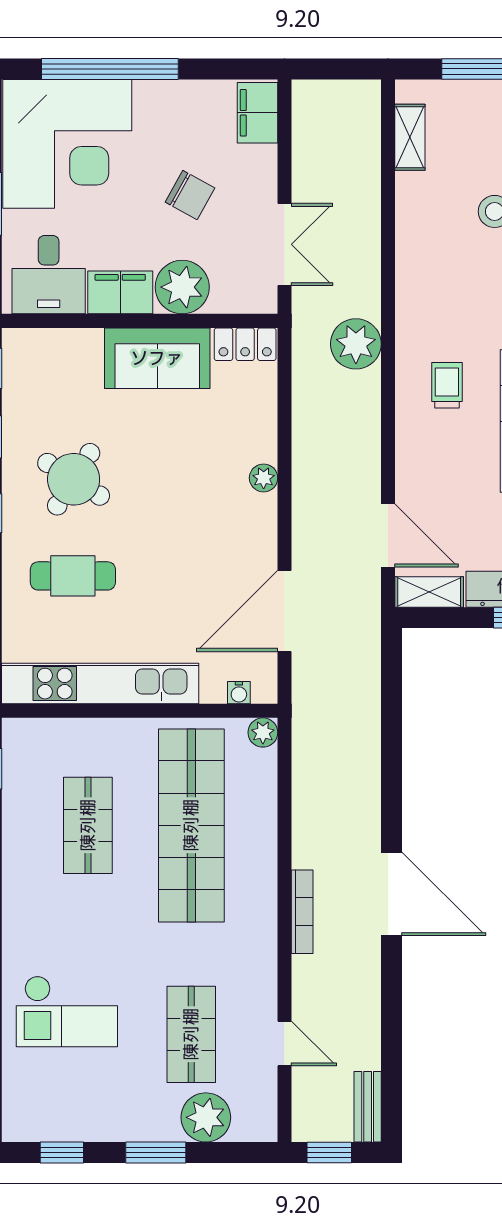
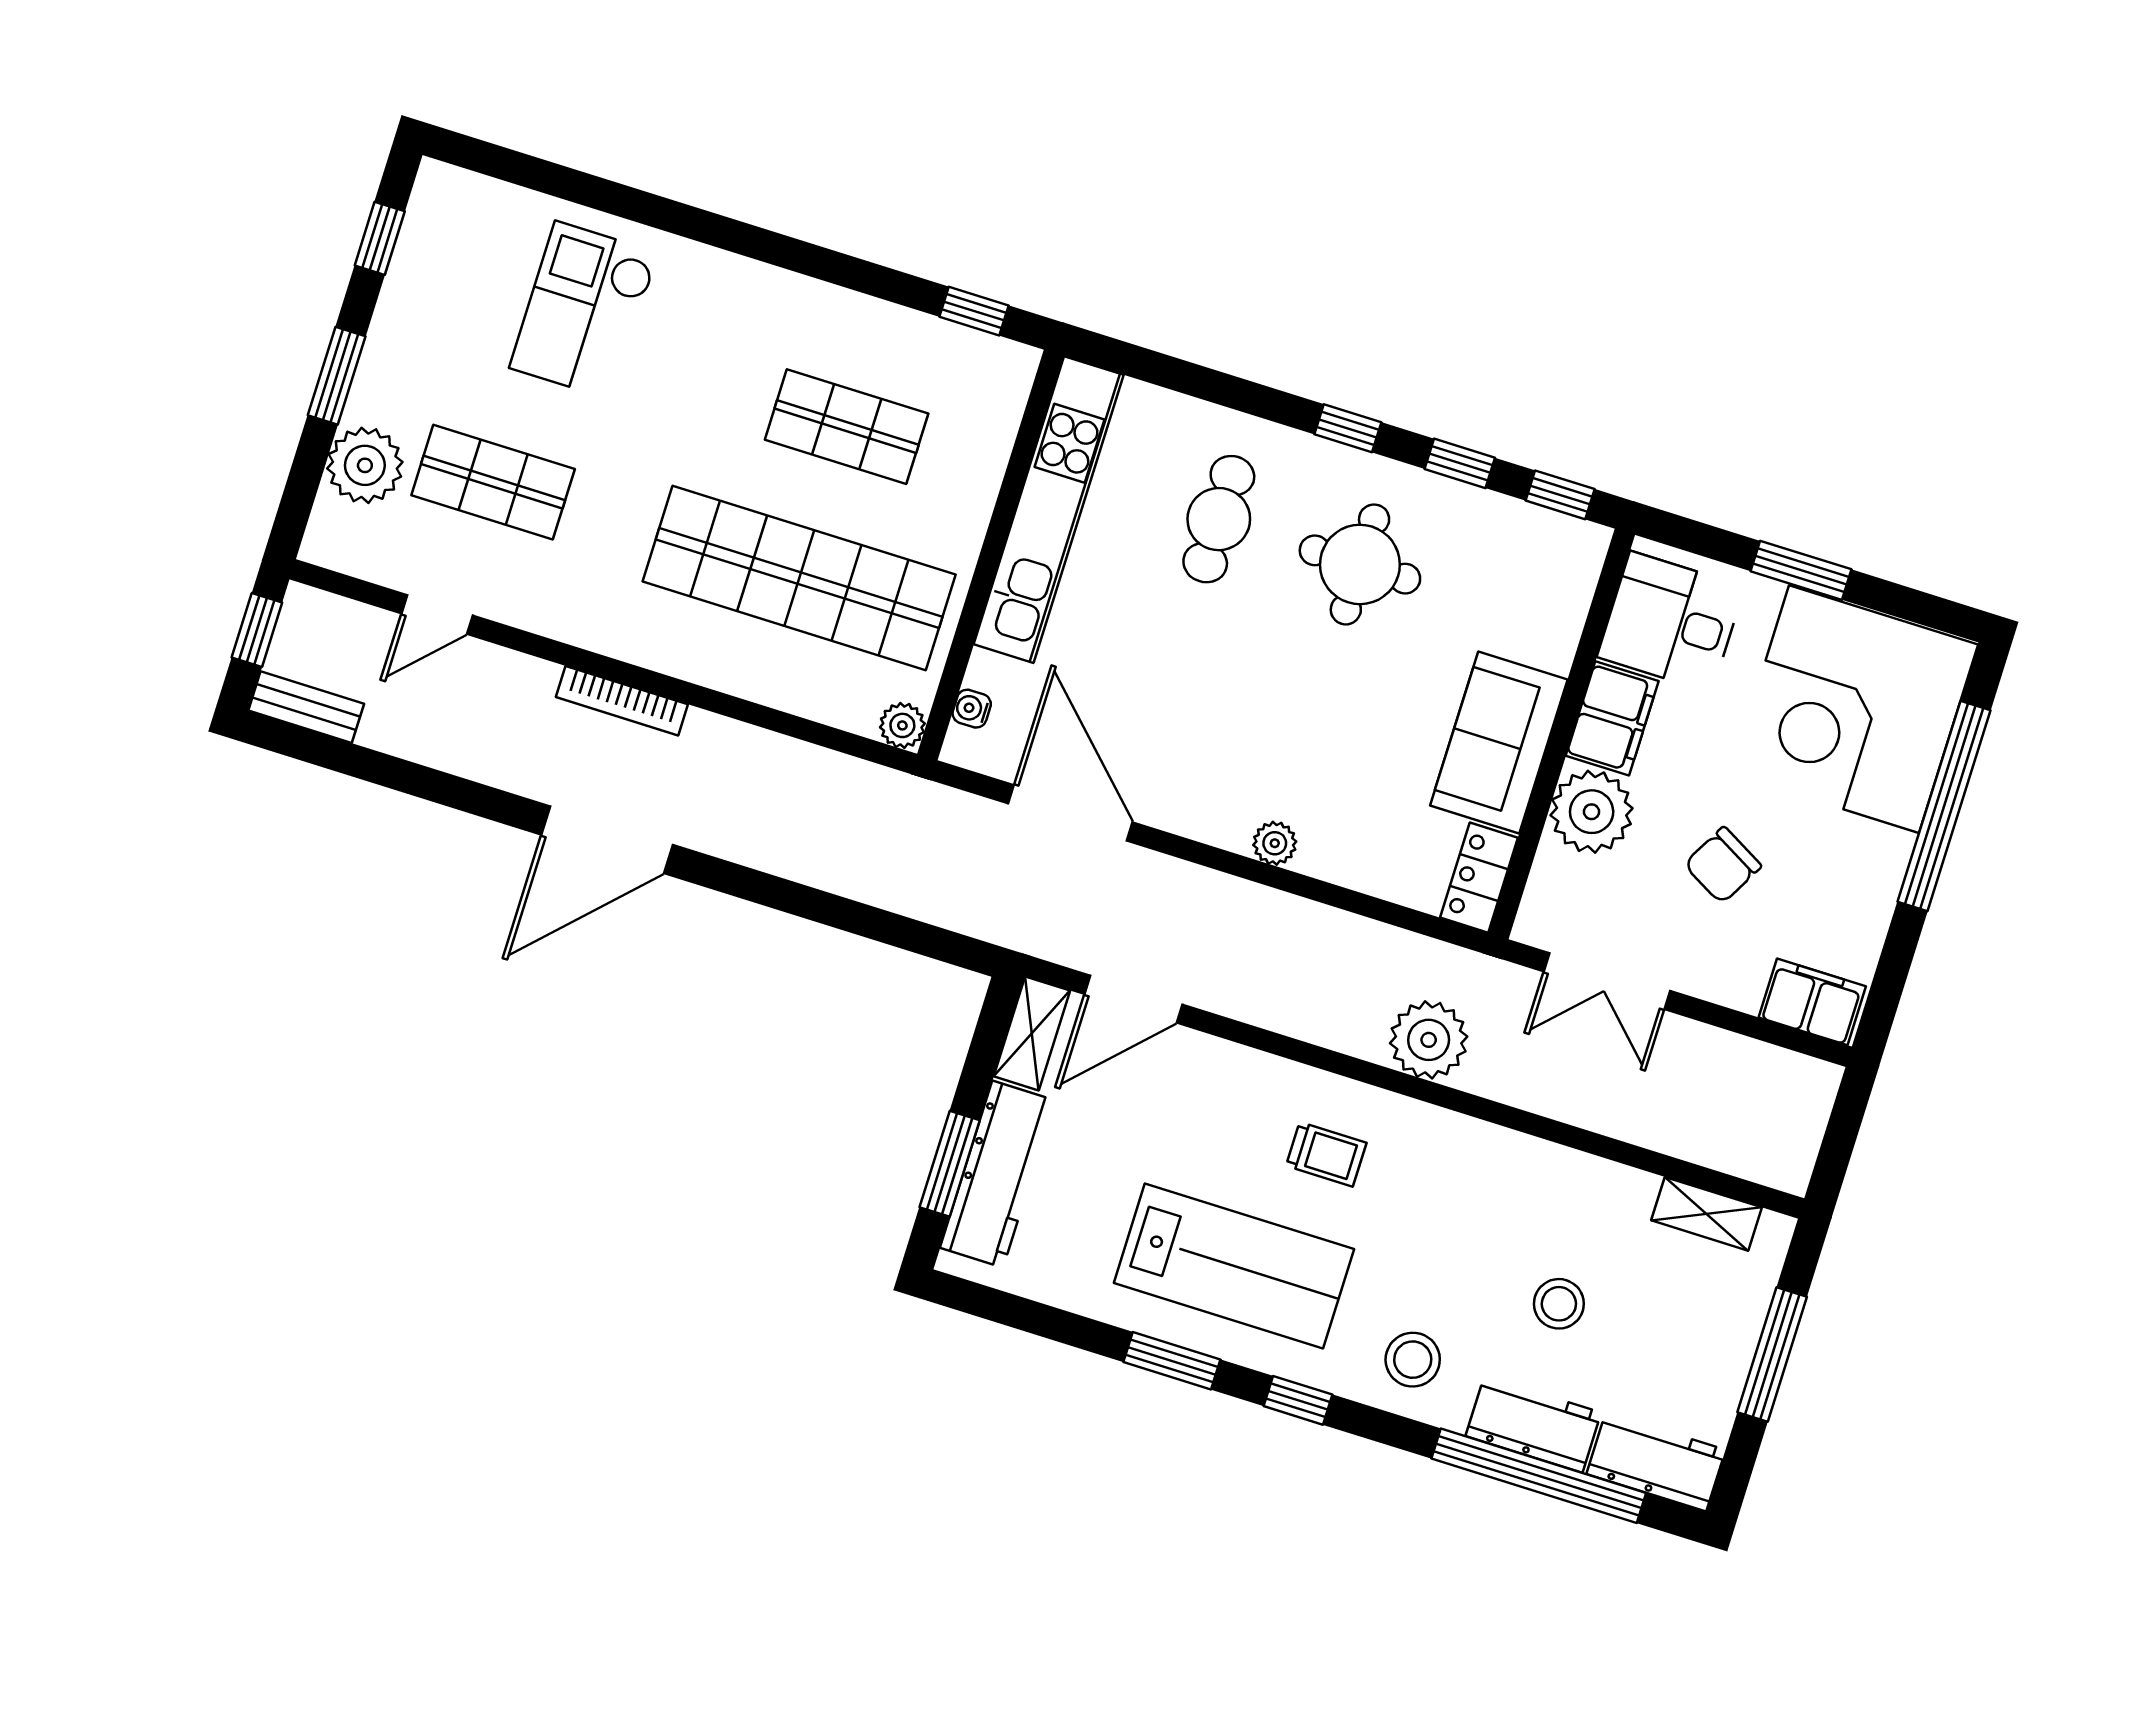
round table: (74, 479) -> (1360, 564), turned -32

